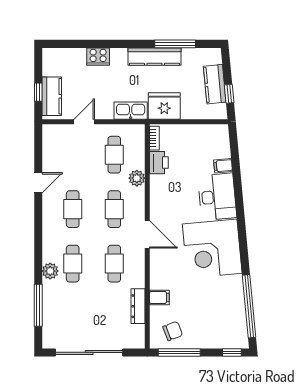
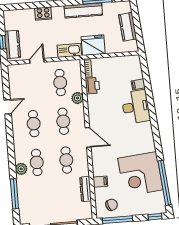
window: (229, 94) -> (138, 33), removed
corner desk: (212, 249) -> (140, 174), moved

